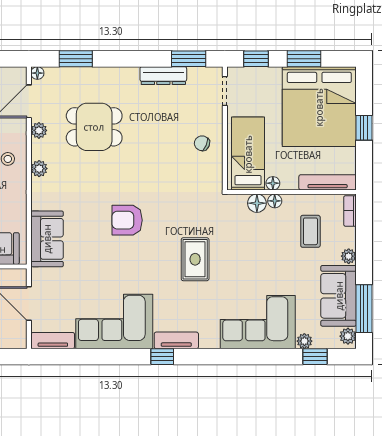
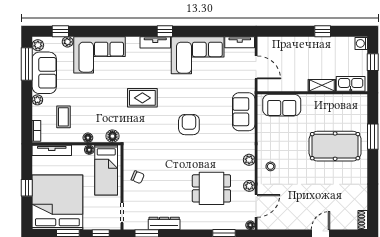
floor lamp: (257, 203) -> (112, 136), moved
armchair: (127, 220) -> (189, 125), turned -90
rug: (195, 259) -> (142, 98), turned 90

